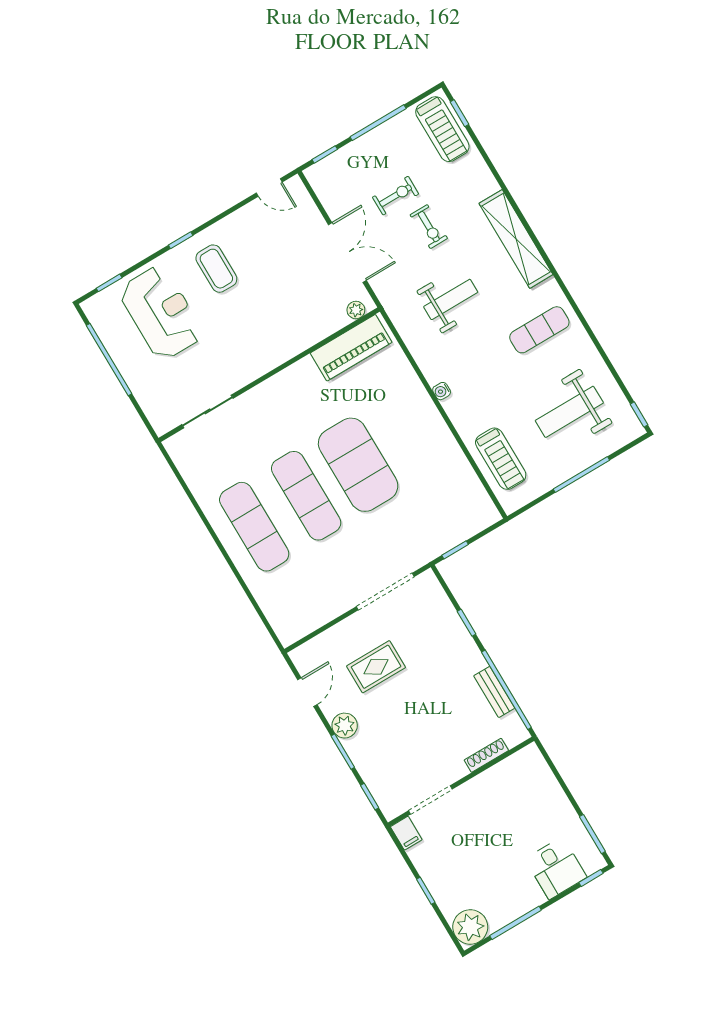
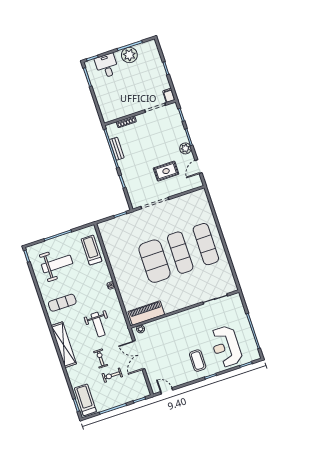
weight bench: (451, 299) -> (98, 325), turned -90
plant: (470, 927) -> (129, 55), moved

